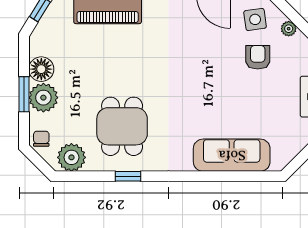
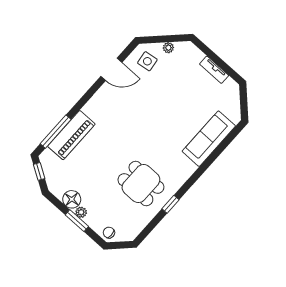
armchair: (258, 57) -> (169, 78), removed
plant: (43, 98) -> (81, 212), width x0.53, depth x0.53
plant: (71, 157) -> (133, 225), removed

